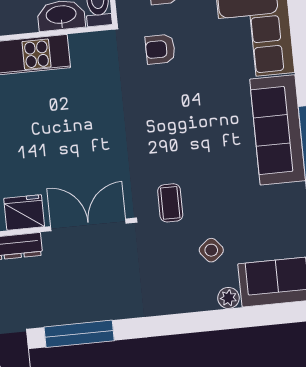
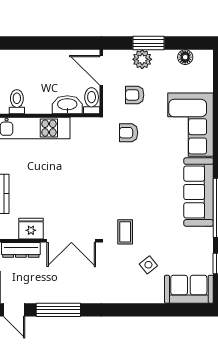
double door: (88, 225) -> (71, 241), swing flipped
plant: (228, 298) -> (156, 296), removed

